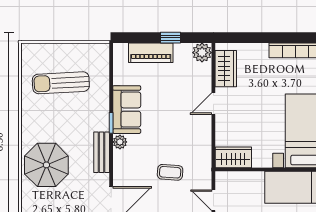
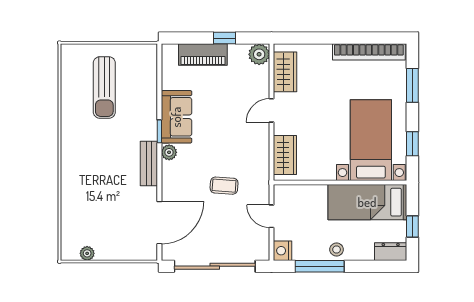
sun lounger: (61, 83) -> (104, 87), turned -87
wardrobe: (233, 157) -> (285, 155), moved, turned 90
parasol: (46, 165) -> (88, 178), removed

